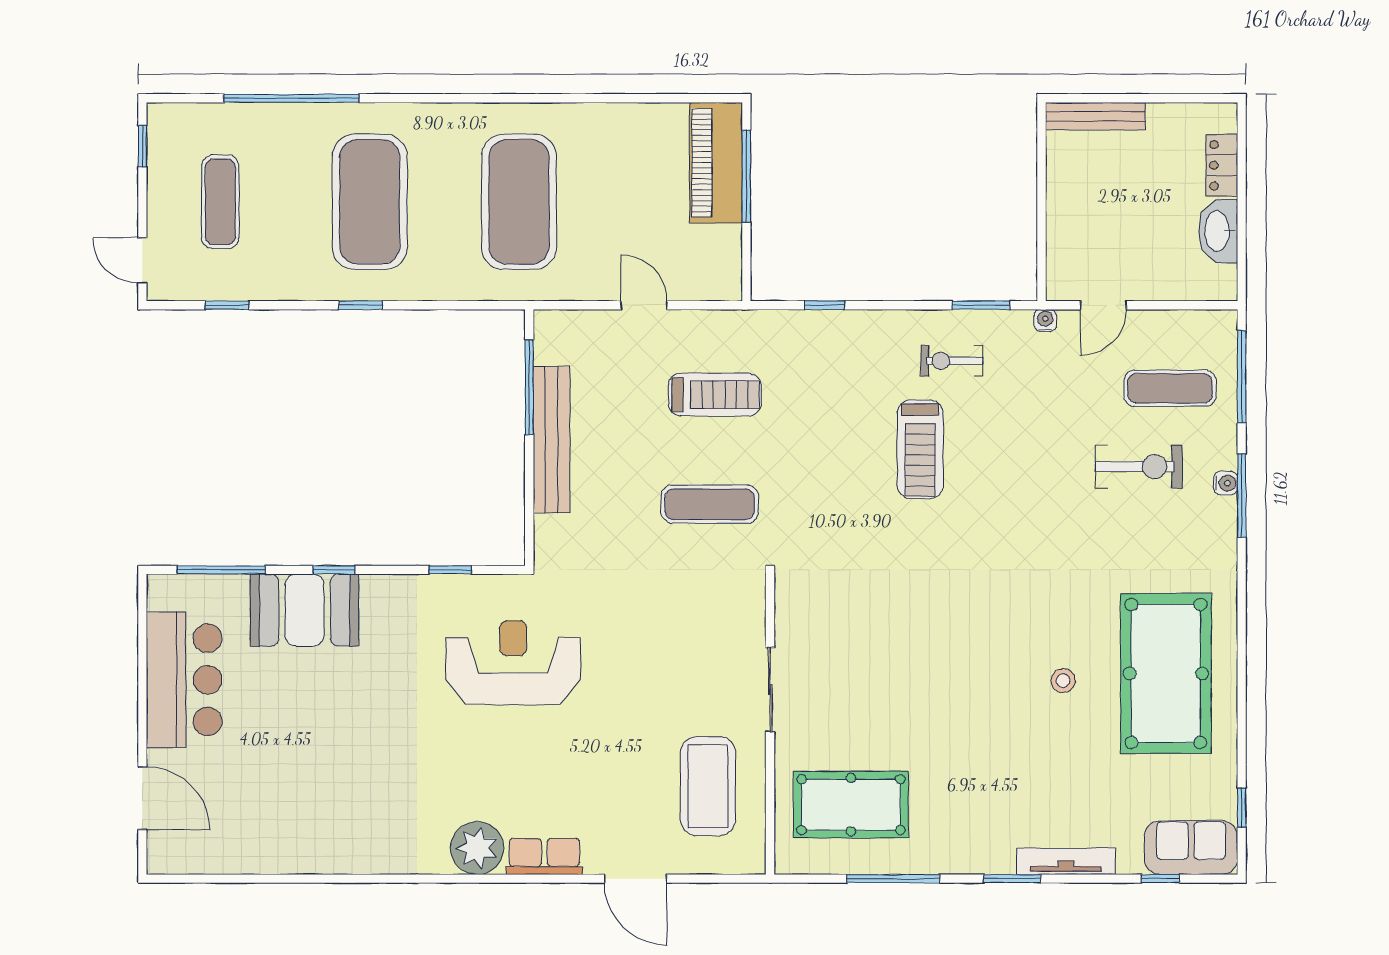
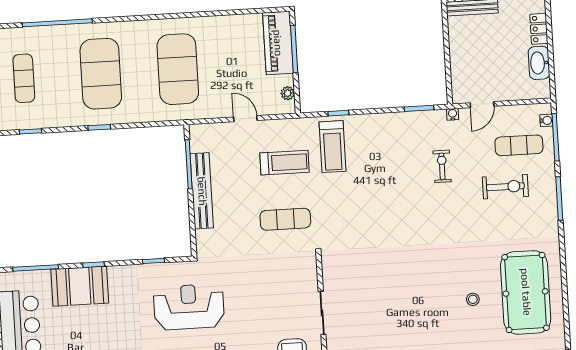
plant: (729, 261) -> (288, 93), added
exercise bike: (952, 361) -> (442, 166), moved, turned 90
treadmill: (920, 449) -> (333, 147), moved
water cooler: (1226, 483) -> (546, 120), moved

